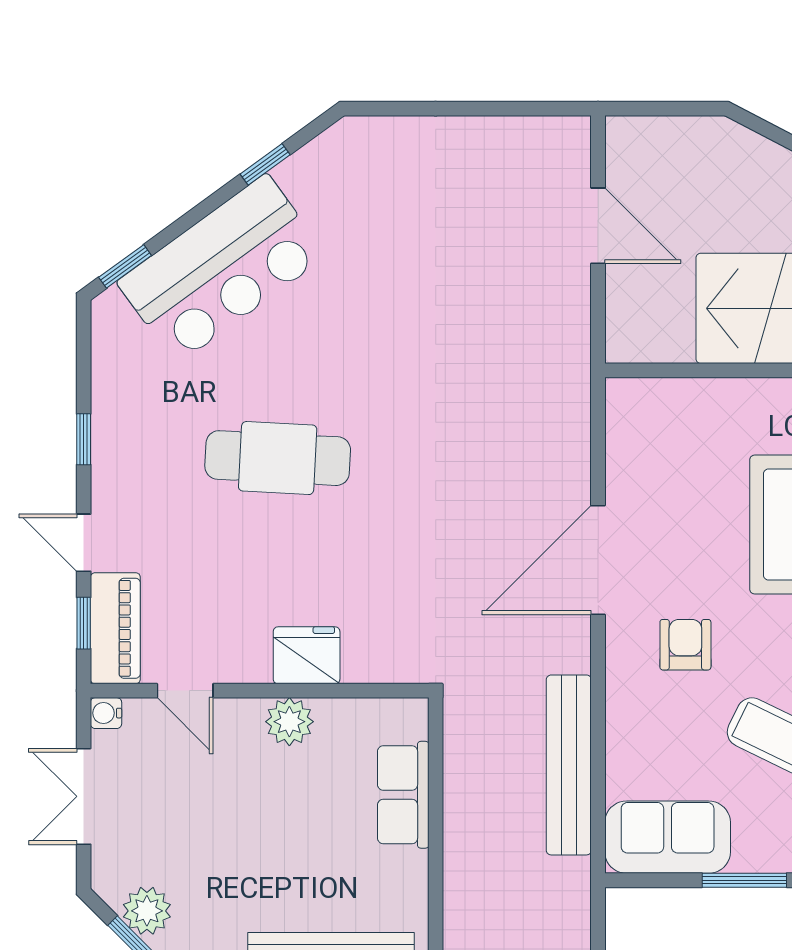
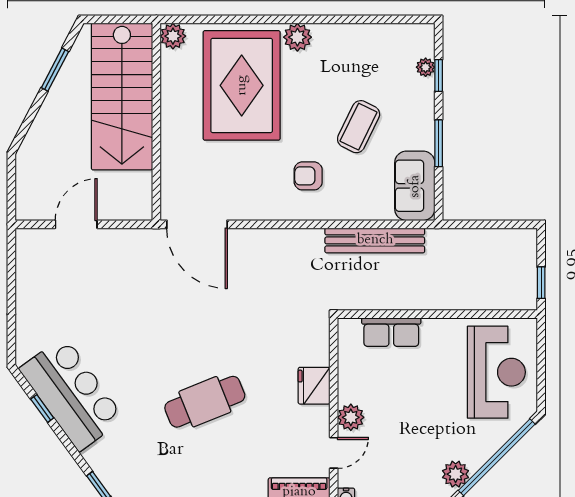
bar counter: (222, 269) -> (72, 394), moved
cafe table: (278, 458) -> (205, 402), turned 65
door: (598, 560) -> (197, 224), moved
plant: (289, 722) -> (351, 417), moved

